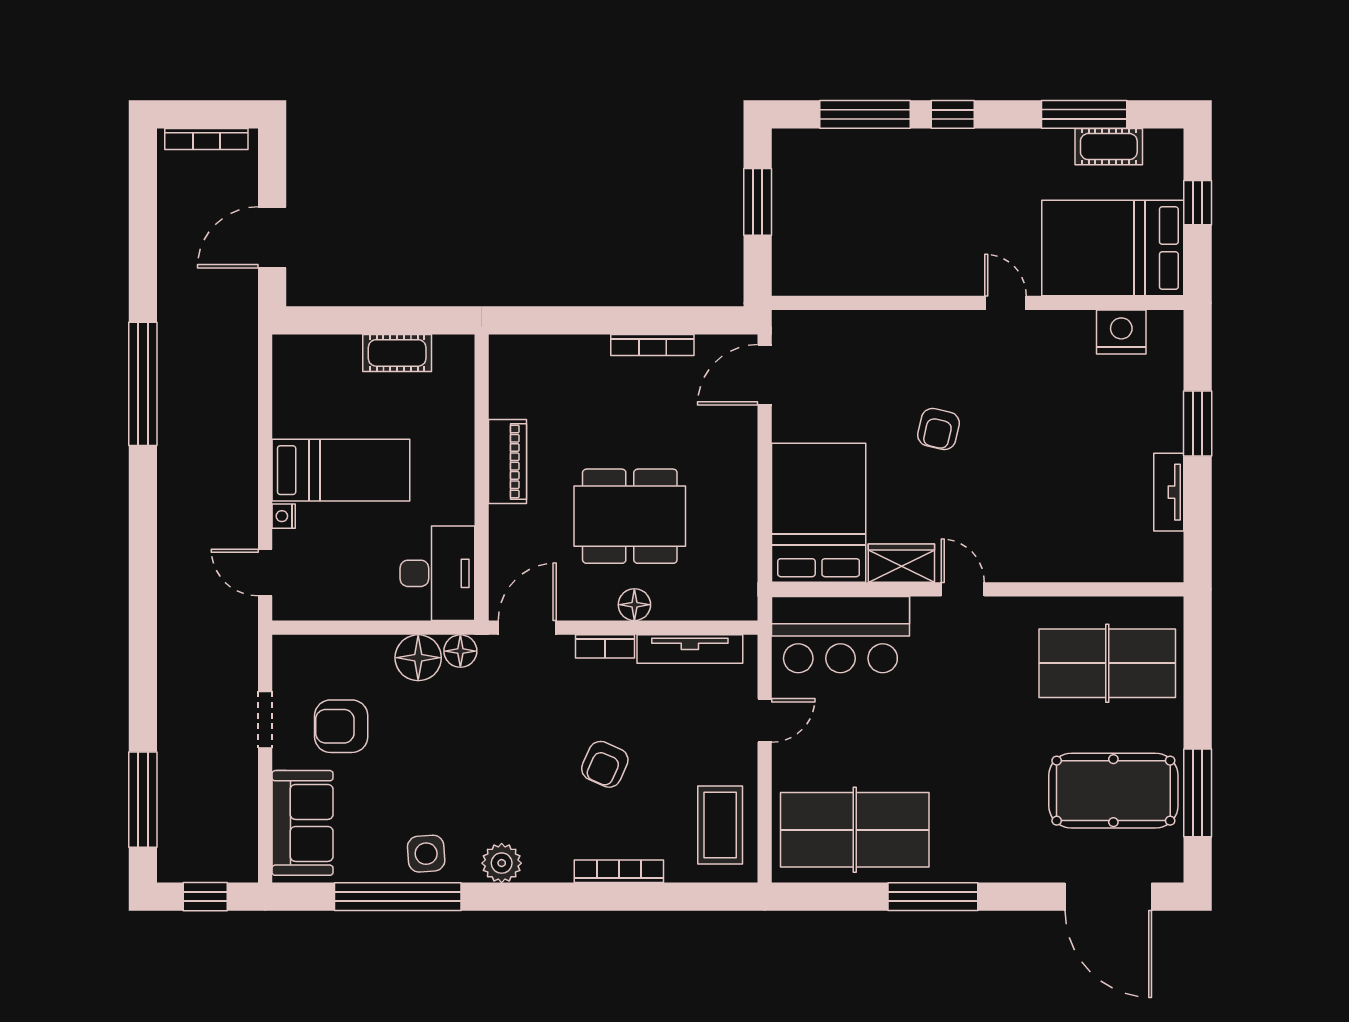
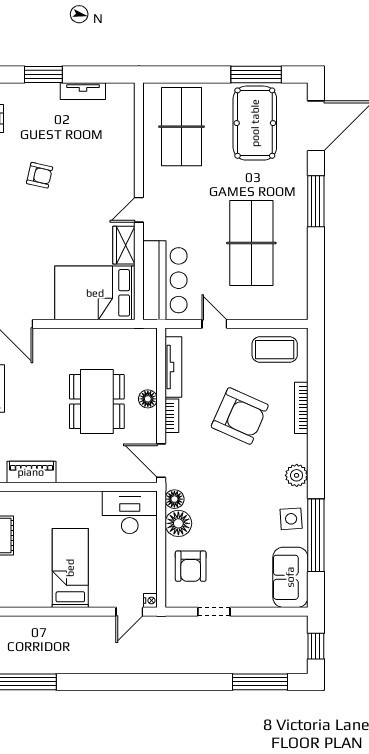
armchair: (938, 429) -> (40, 175), moved
piano: (508, 461) -> (31, 472), moved
nightstand: (284, 516) -> (150, 600), moved, turned -90
armchair: (341, 726) -> (191, 566), moved
armchair: (605, 764) -> (240, 416), width x1.88, depth x1.88
sofa: (303, 823) -> (290, 577), moved, turned -90
table tennis table: (855, 830) -> (251, 243), moved
window: (933, 897) -> (316, 201), moved

